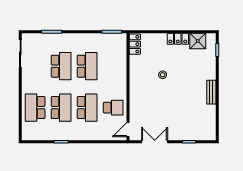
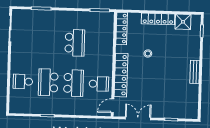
locker: (178, 39) -> (158, 19), width x1.53
locker: (135, 44) -> (122, 28), width x1.53
school desk: (61, 66) -> (49, 42), removed
locker: (136, 98) -> (121, 75), added
school desk: (35, 108) -> (23, 81), width x0.54
school desk: (61, 108) -> (48, 82), turned 180

